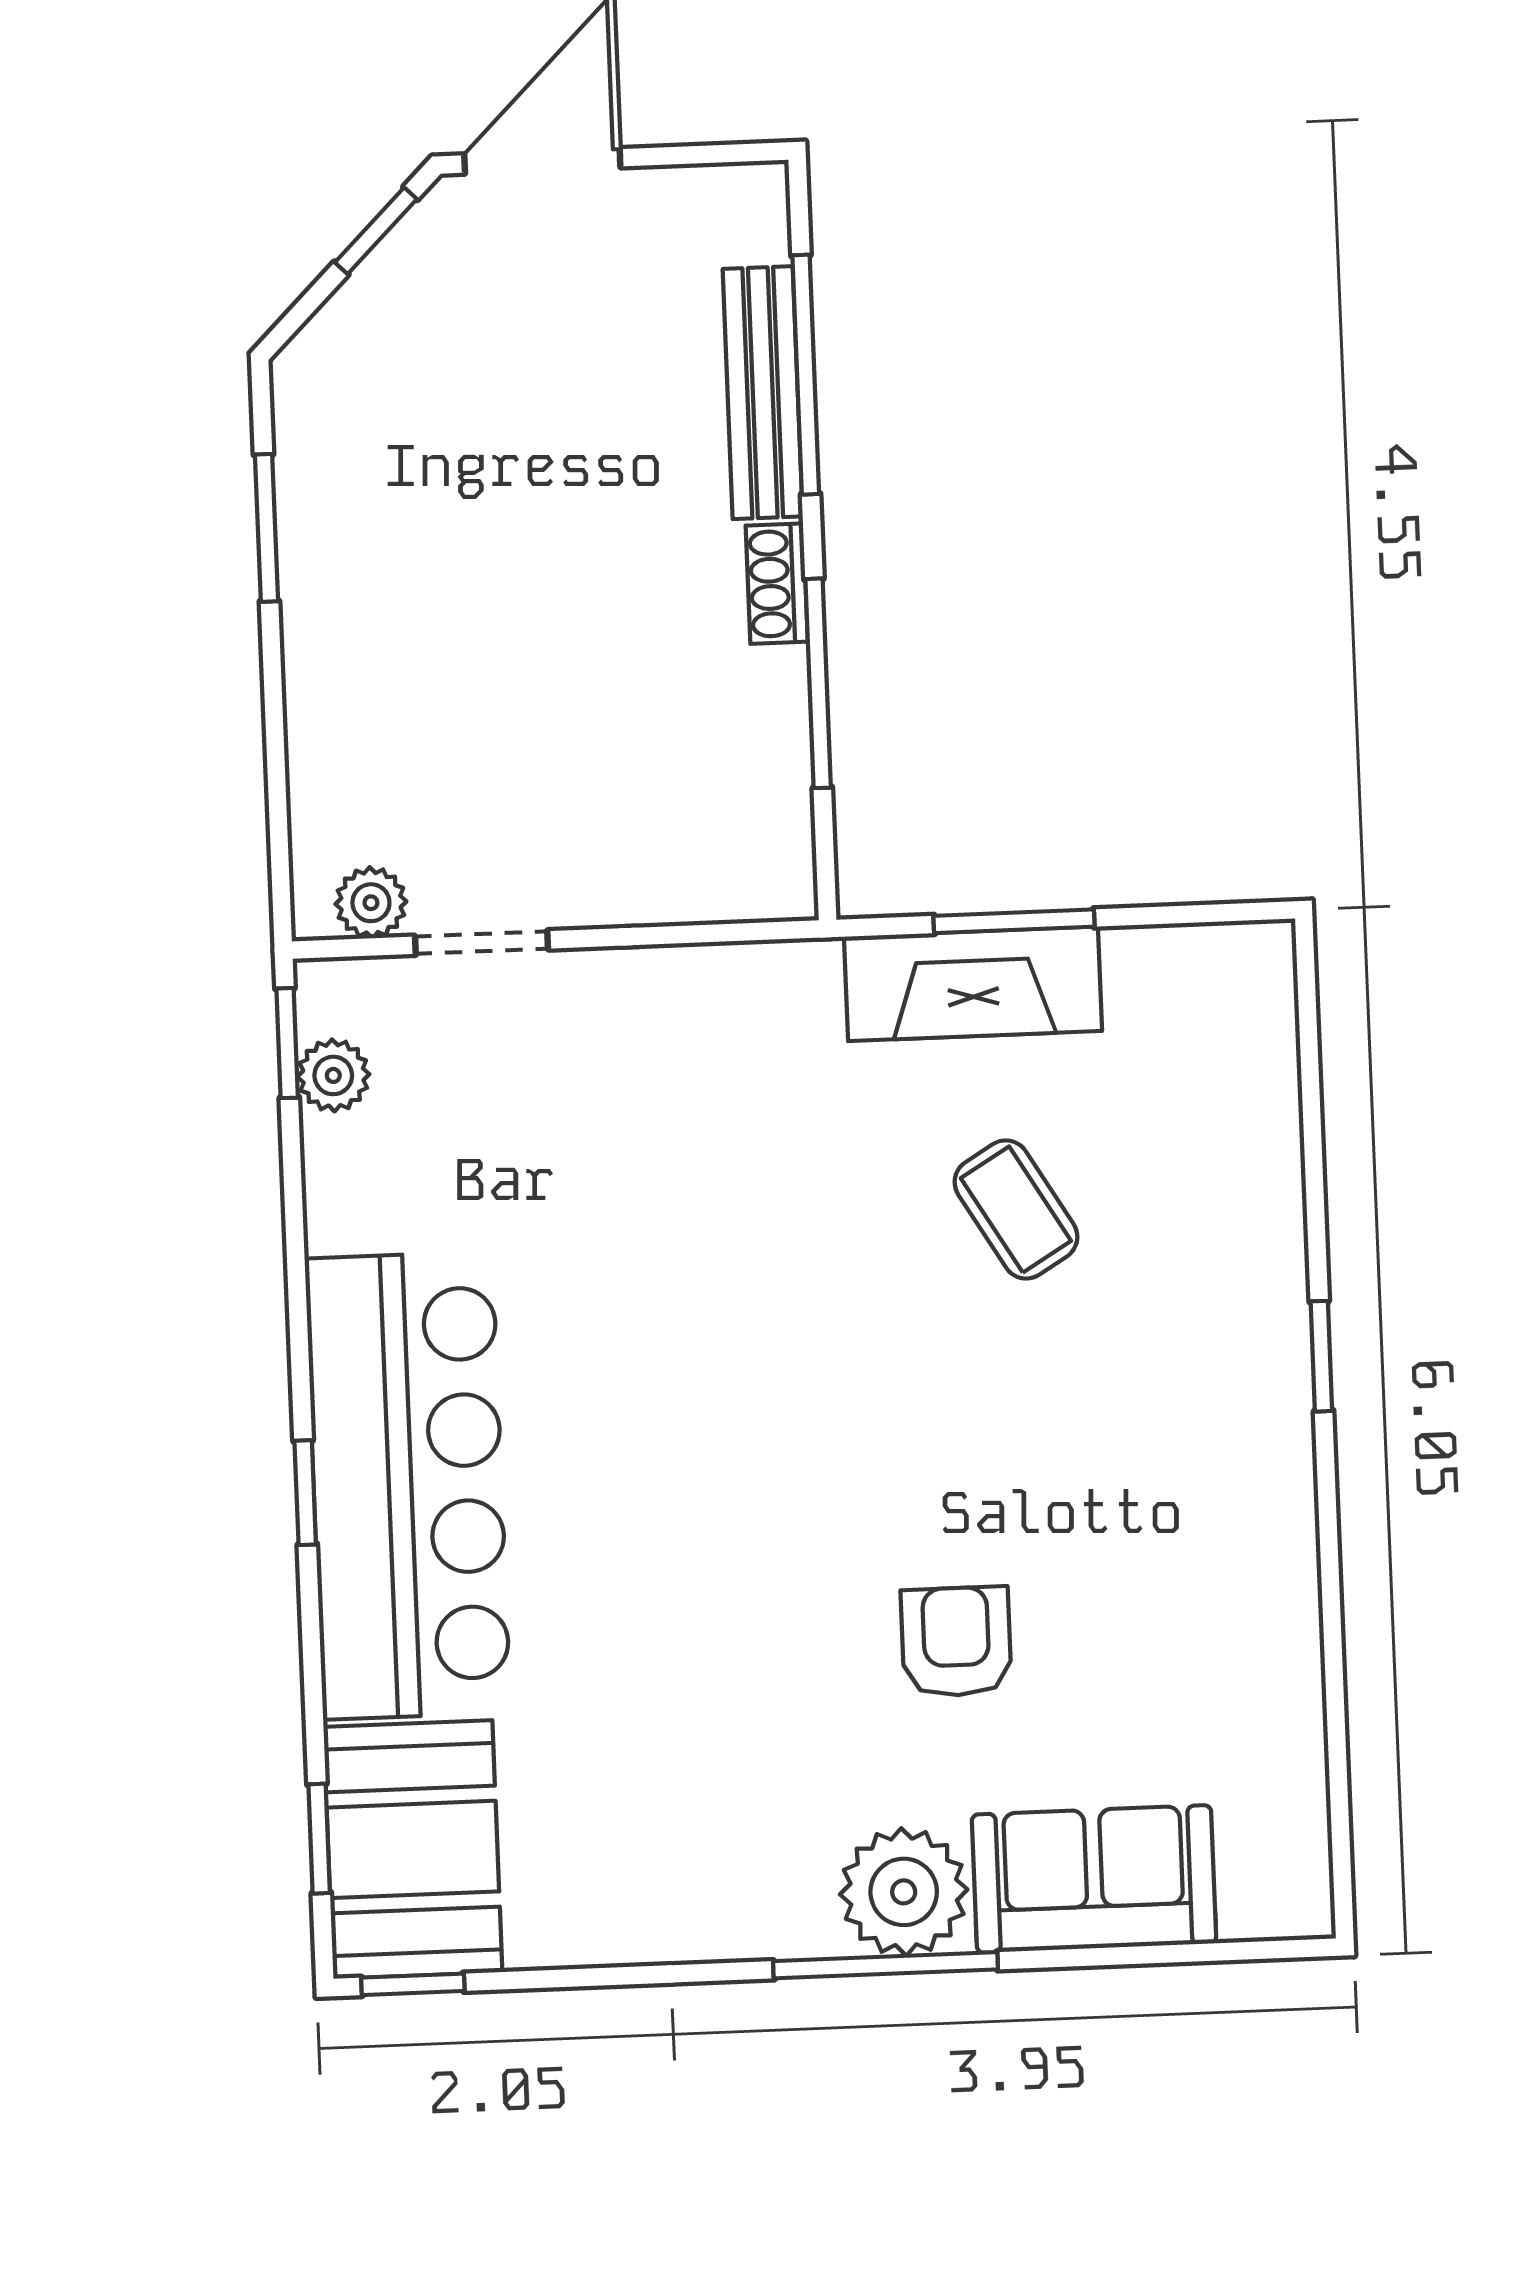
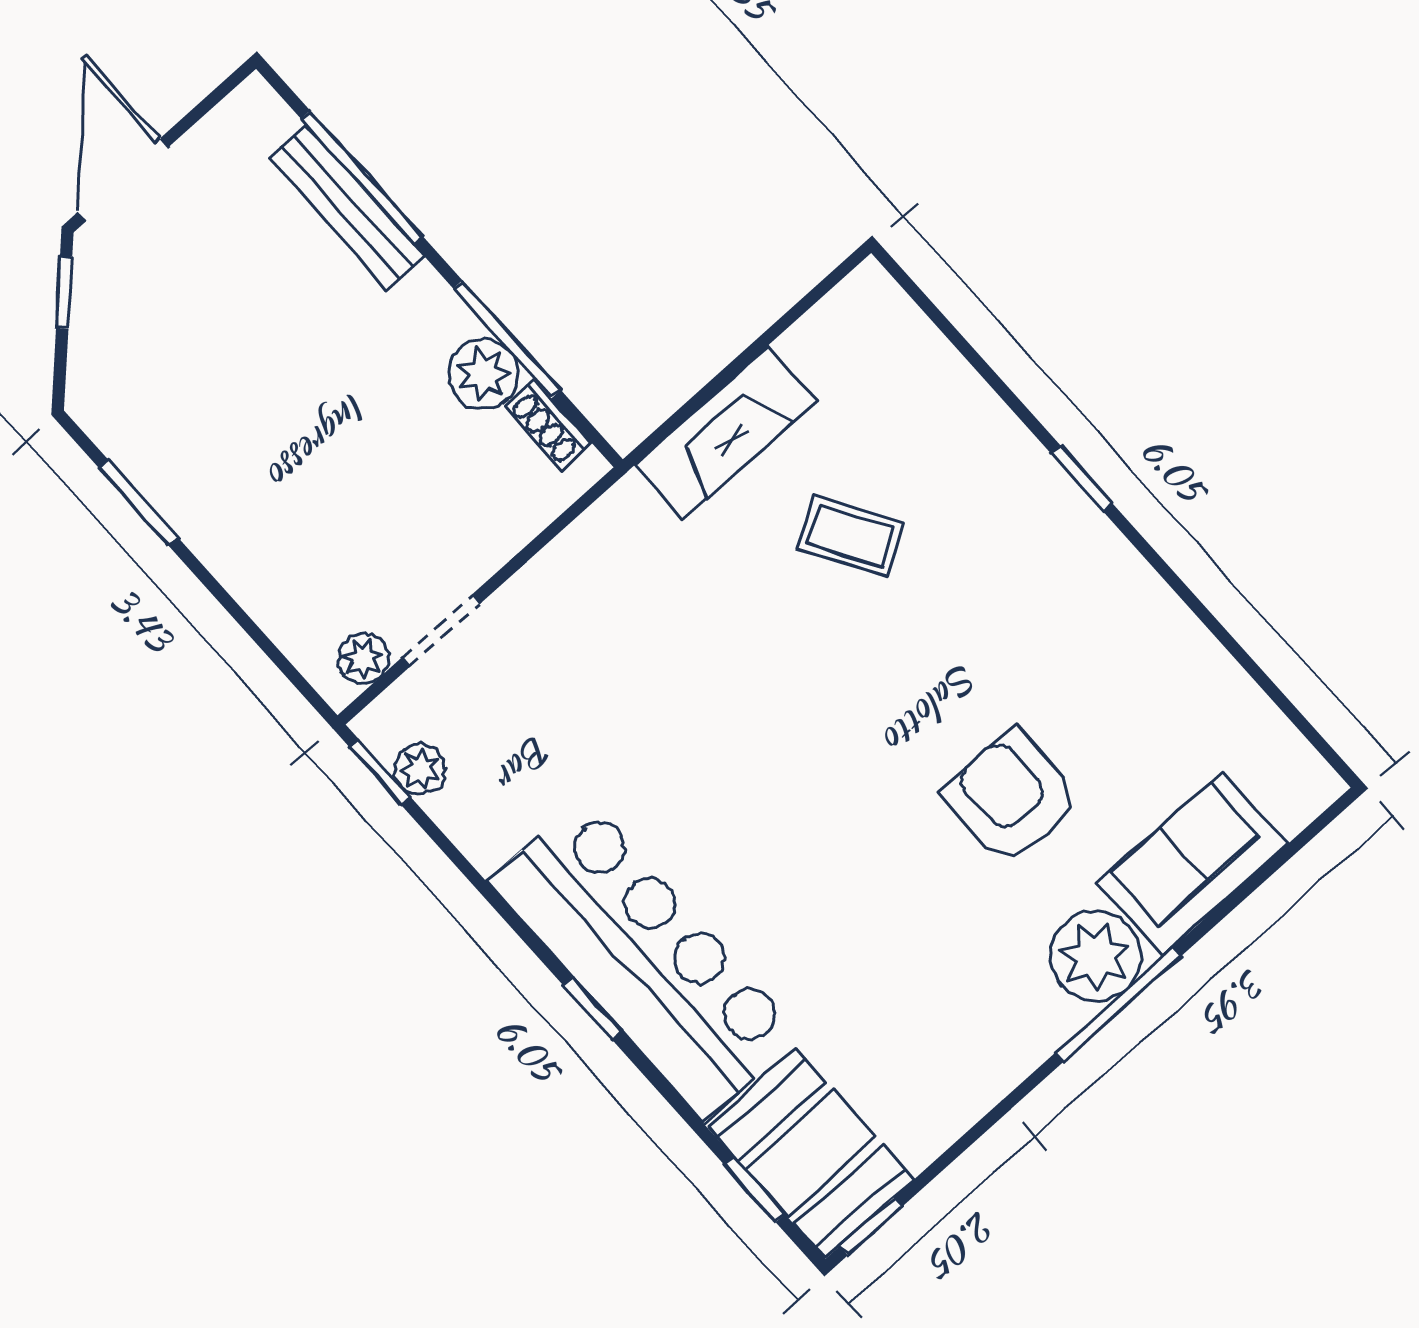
shoe rack: (777, 584) -> (548, 425), moved
plant: (761, 700) -> (483, 374), added
window: (1014, 921) -> (720, 380), removed
armchair: (956, 1642) -> (1012, 797), width x1.38, depth x1.38

